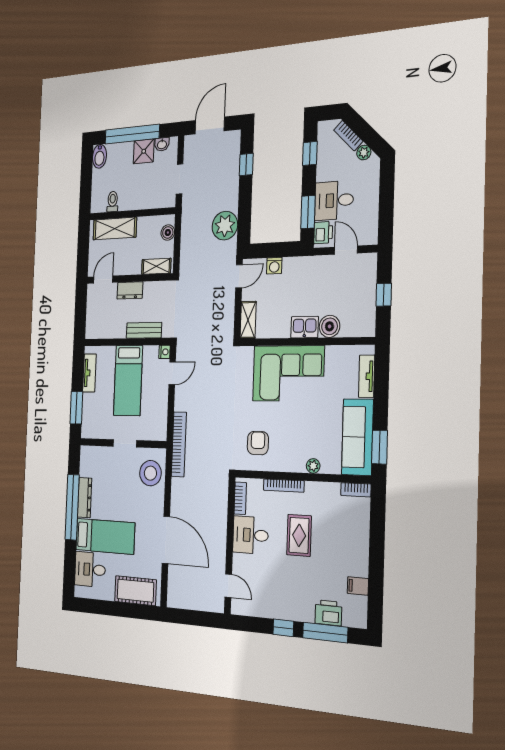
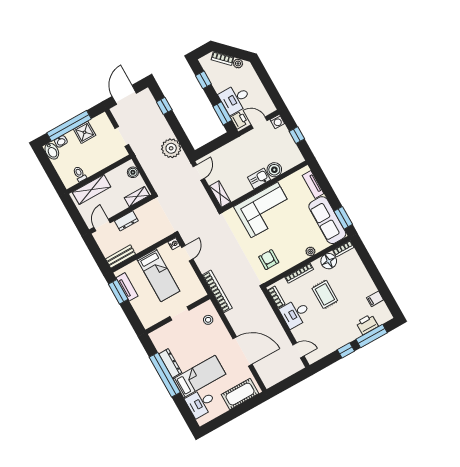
washbasin: (162, 144) -> (61, 141), moved
washing machine: (274, 266) -> (277, 122), moved
bench: (144, 330) -> (121, 257), moved
window: (76, 408) -> (118, 292), moved
stool: (150, 473) -> (208, 320), width x0.53, depth x0.53
floor lamp: (328, 494) -> (329, 261), added

